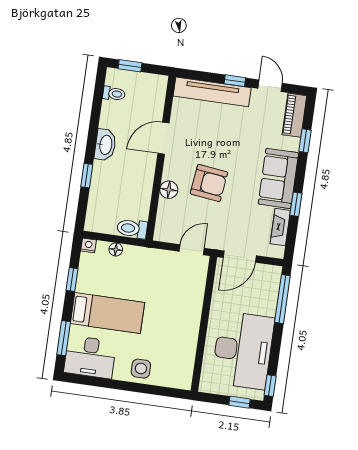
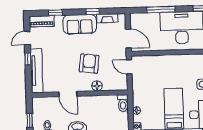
window: (282, 299) -> (161, 10), moved

